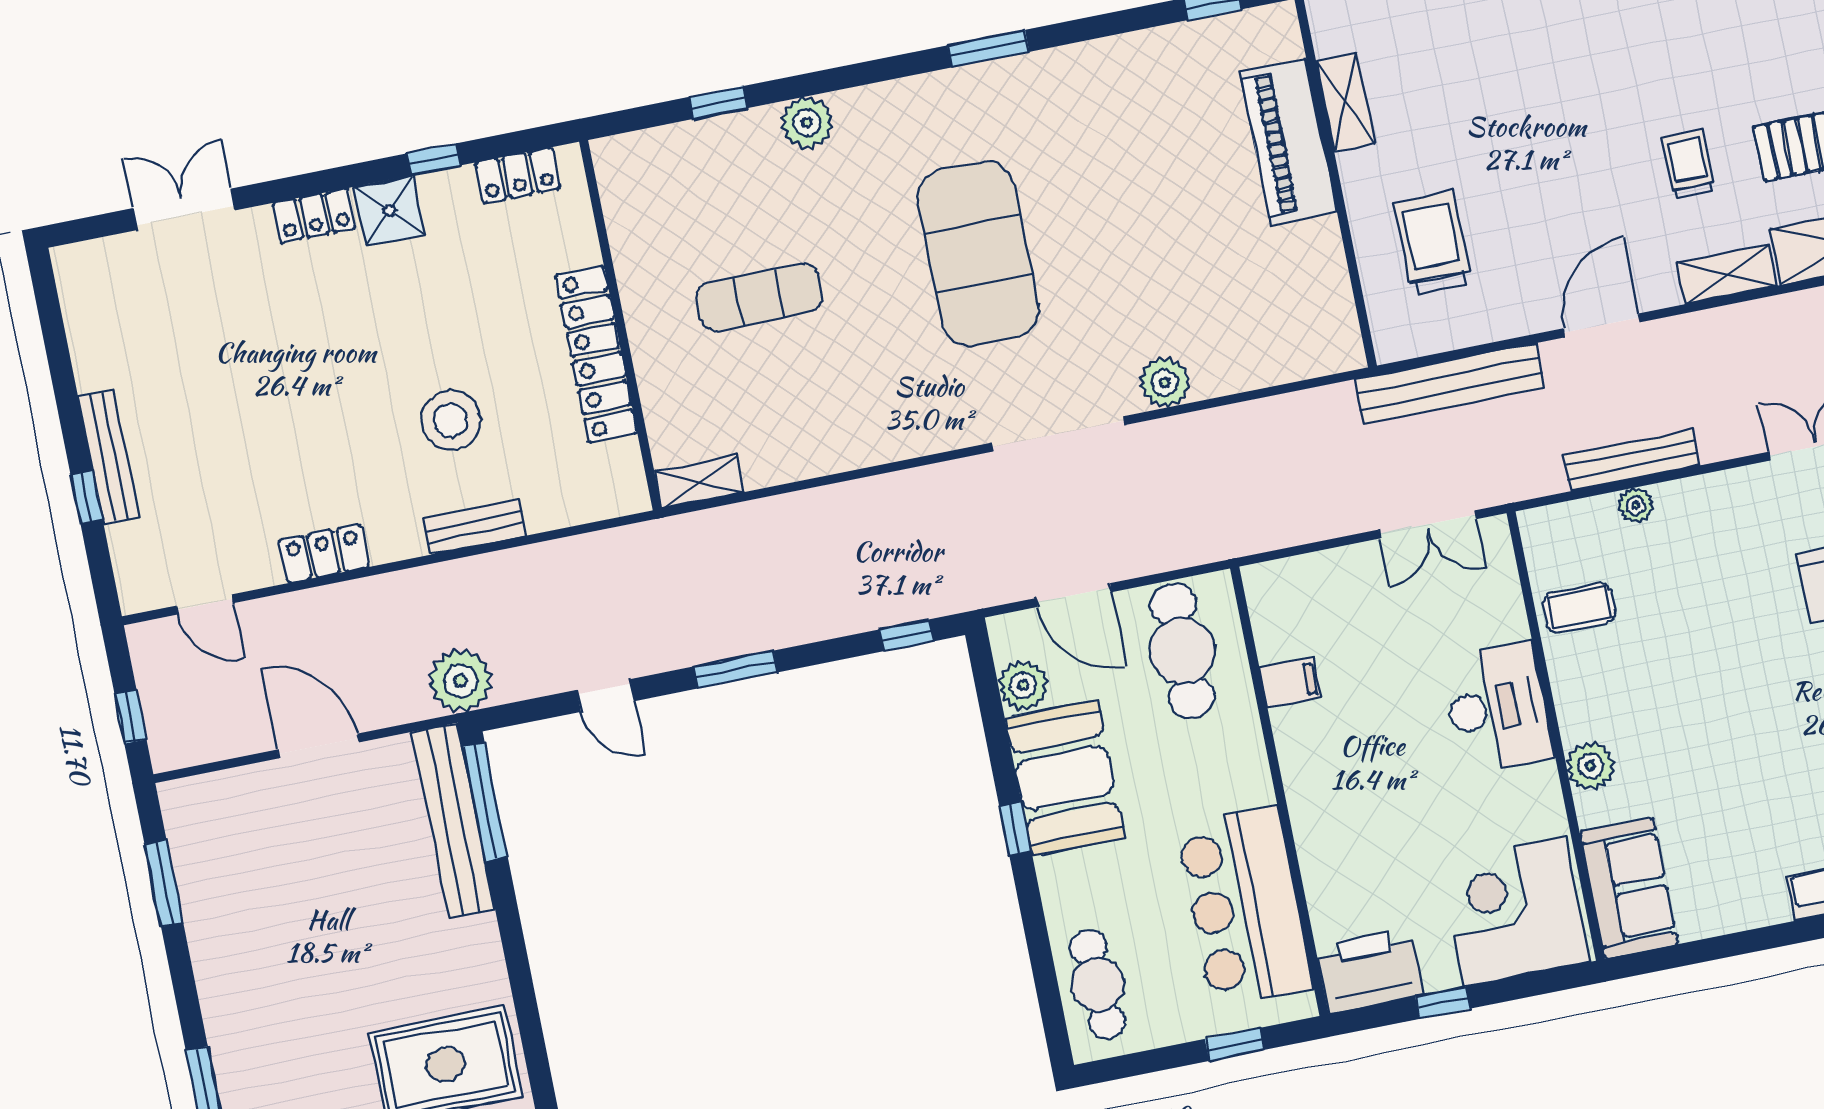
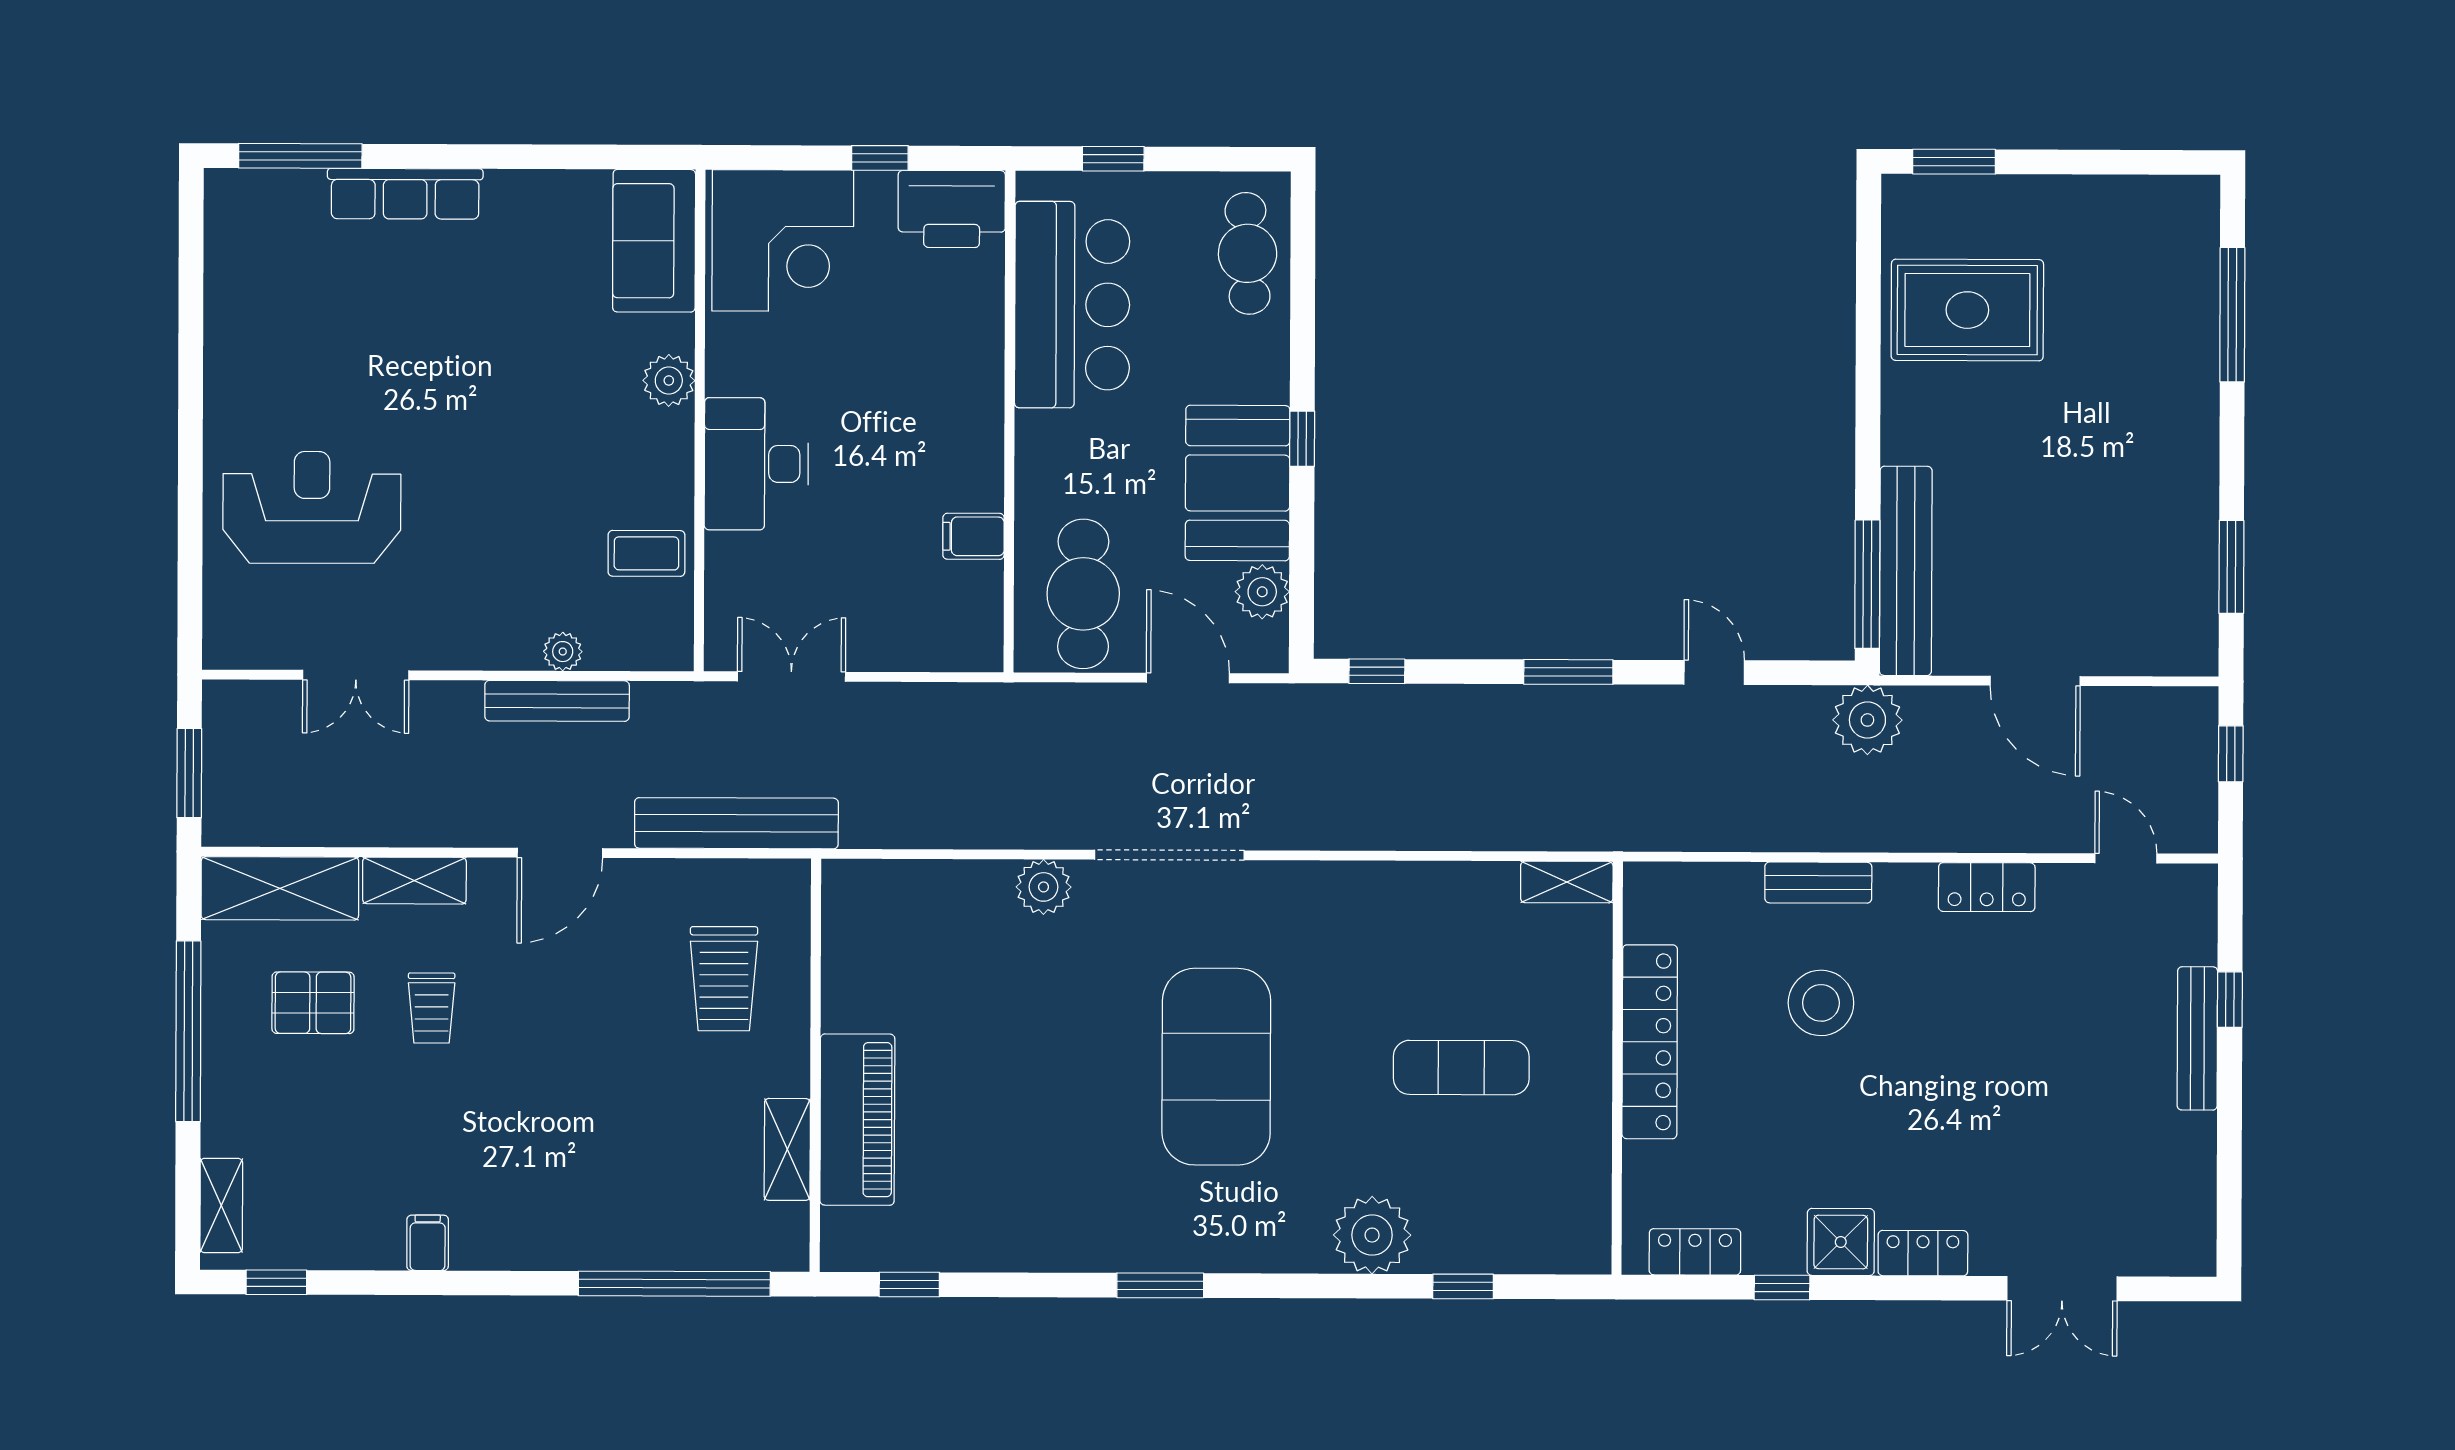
plant: (807, 123) -> (1372, 1235), width x1.36, depth x1.36

